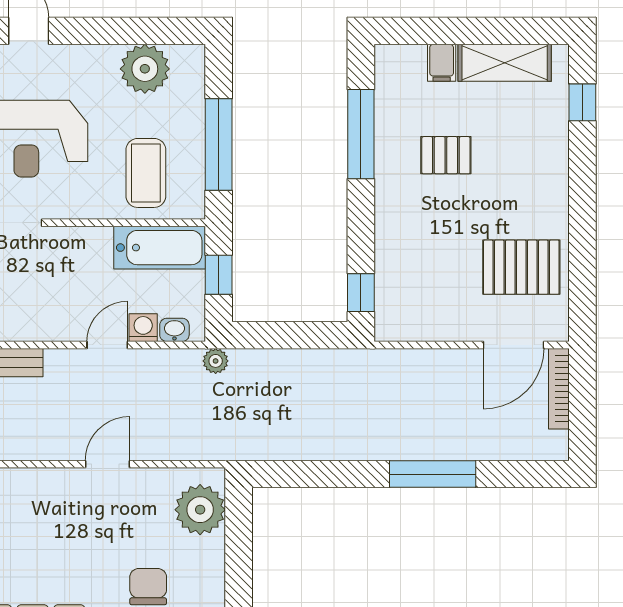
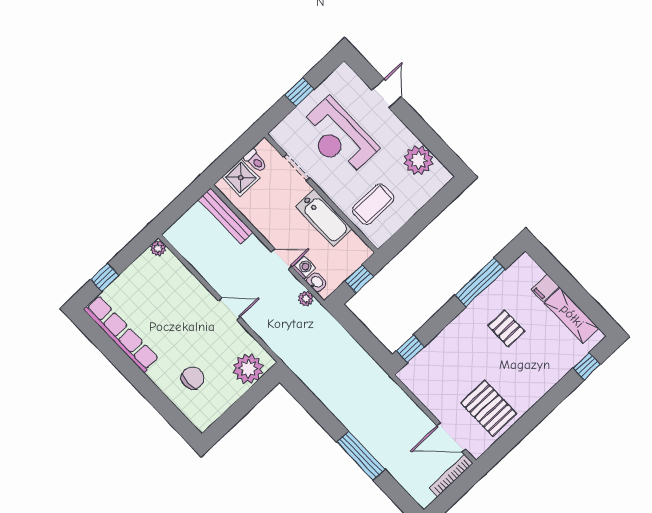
window: (219, 144) -> (416, 224), removed
bathtub: (160, 248) -> (324, 218), moved
plant: (216, 361) -> (306, 299), moved

